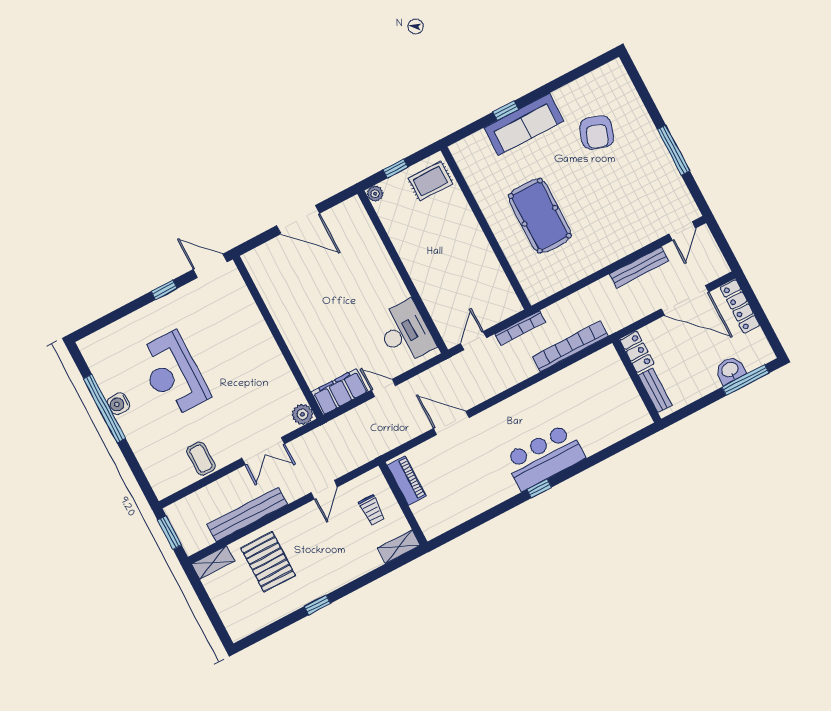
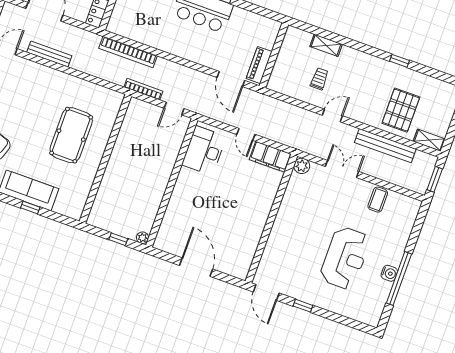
rug: (430, 181) -> (107, 213), removed
piano: (407, 481) -> (259, 65), moved
wall: (403, 504) -> (274, 55), moved

